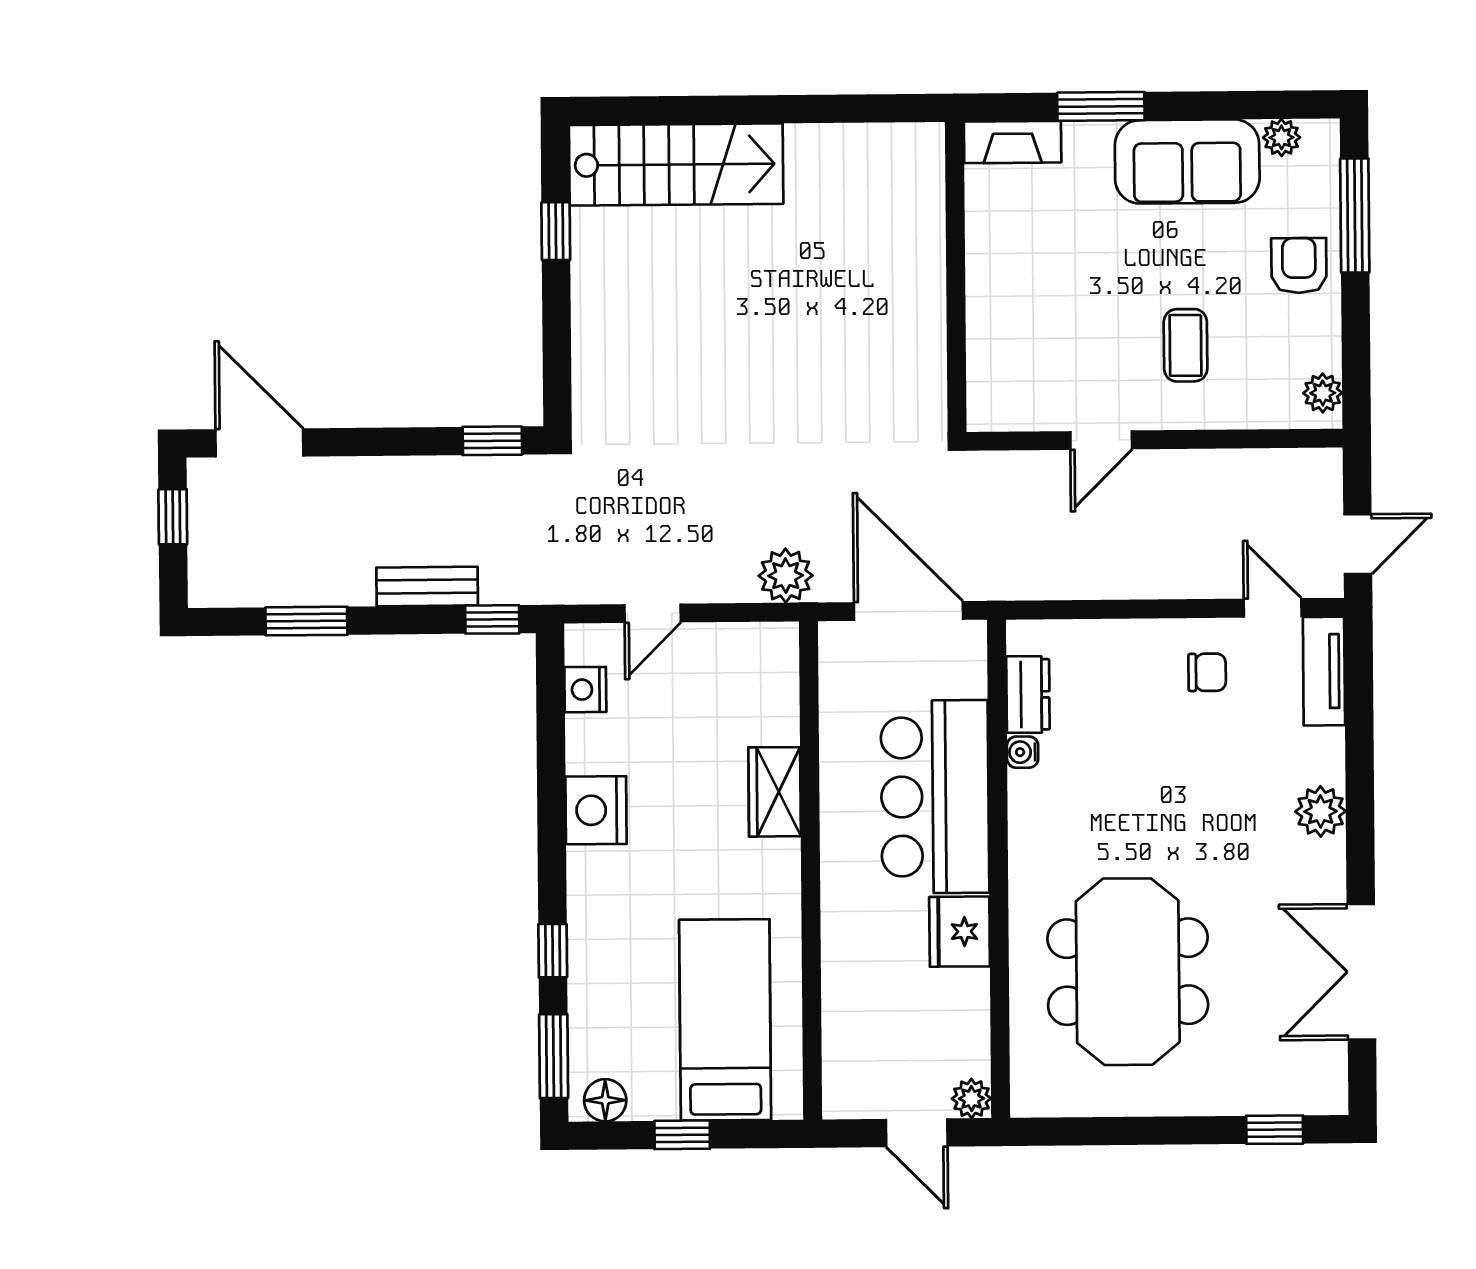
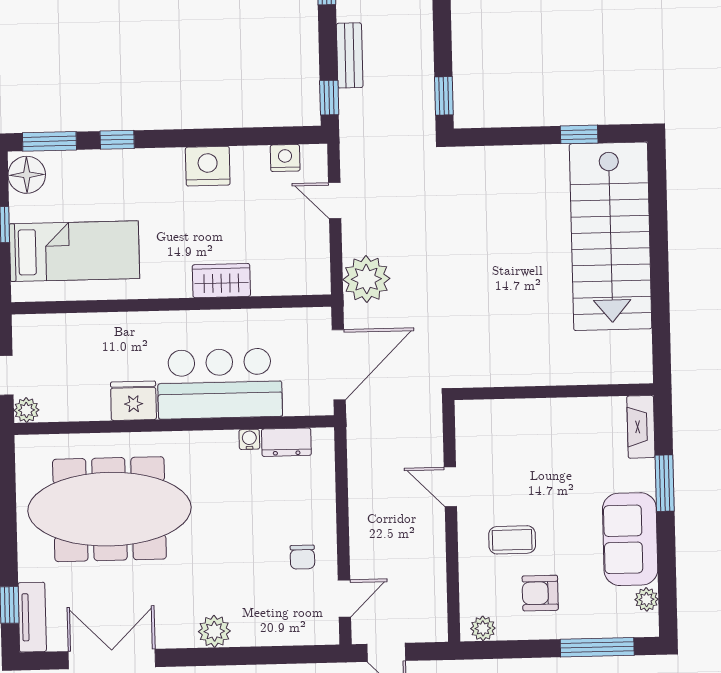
stairs: (676, 165) -> (611, 236), width x1.36, depth x1.51
armchair: (1299, 266) -> (540, 593), moved, turned 180
plant: (786, 576) -> (366, 279), width x1.36, depth x1.36
tv unit: (1324, 671) -> (32, 617), moved, turned 90
meeting table: (1128, 972) -> (109, 509), width x1.36
floor lamp: (605, 1100) -> (27, 175), width x1.38, depth x1.38

